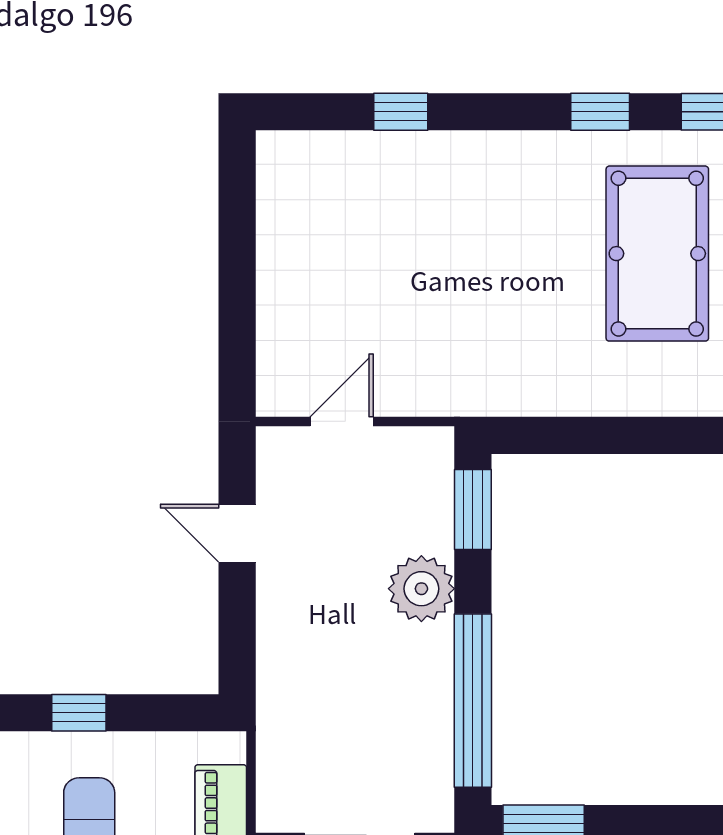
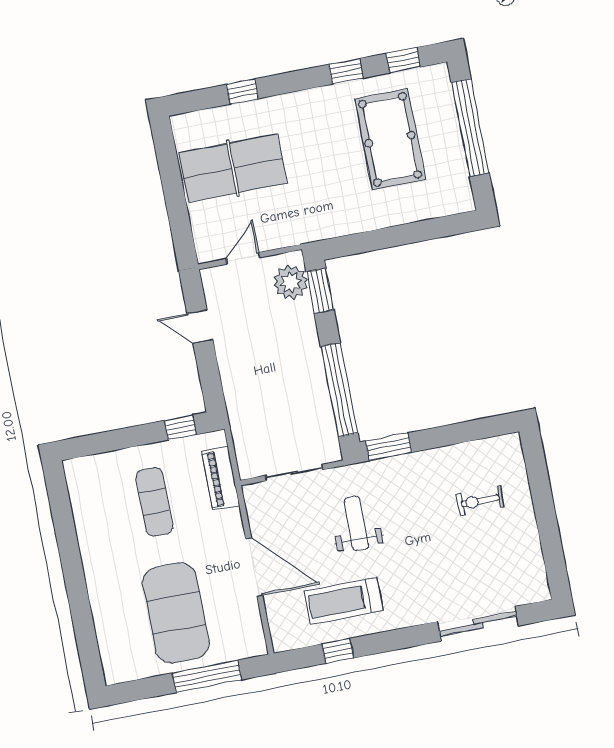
table tennis table: (355, 251) -> (233, 168), added
plant: (421, 589) -> (291, 282), moved
window: (79, 713) -> (180, 427), moved

